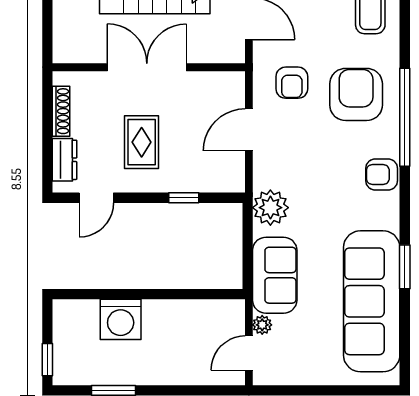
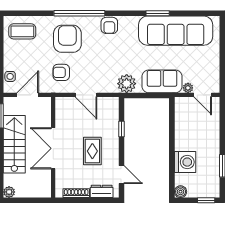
armchair: (292, 83) -> (61, 72), turned 180
armchair: (356, 94) -> (67, 39), turned 90
rug: (142, 142) -> (92, 151), turned 90
boiler: (64, 311) -> (181, 192), added

